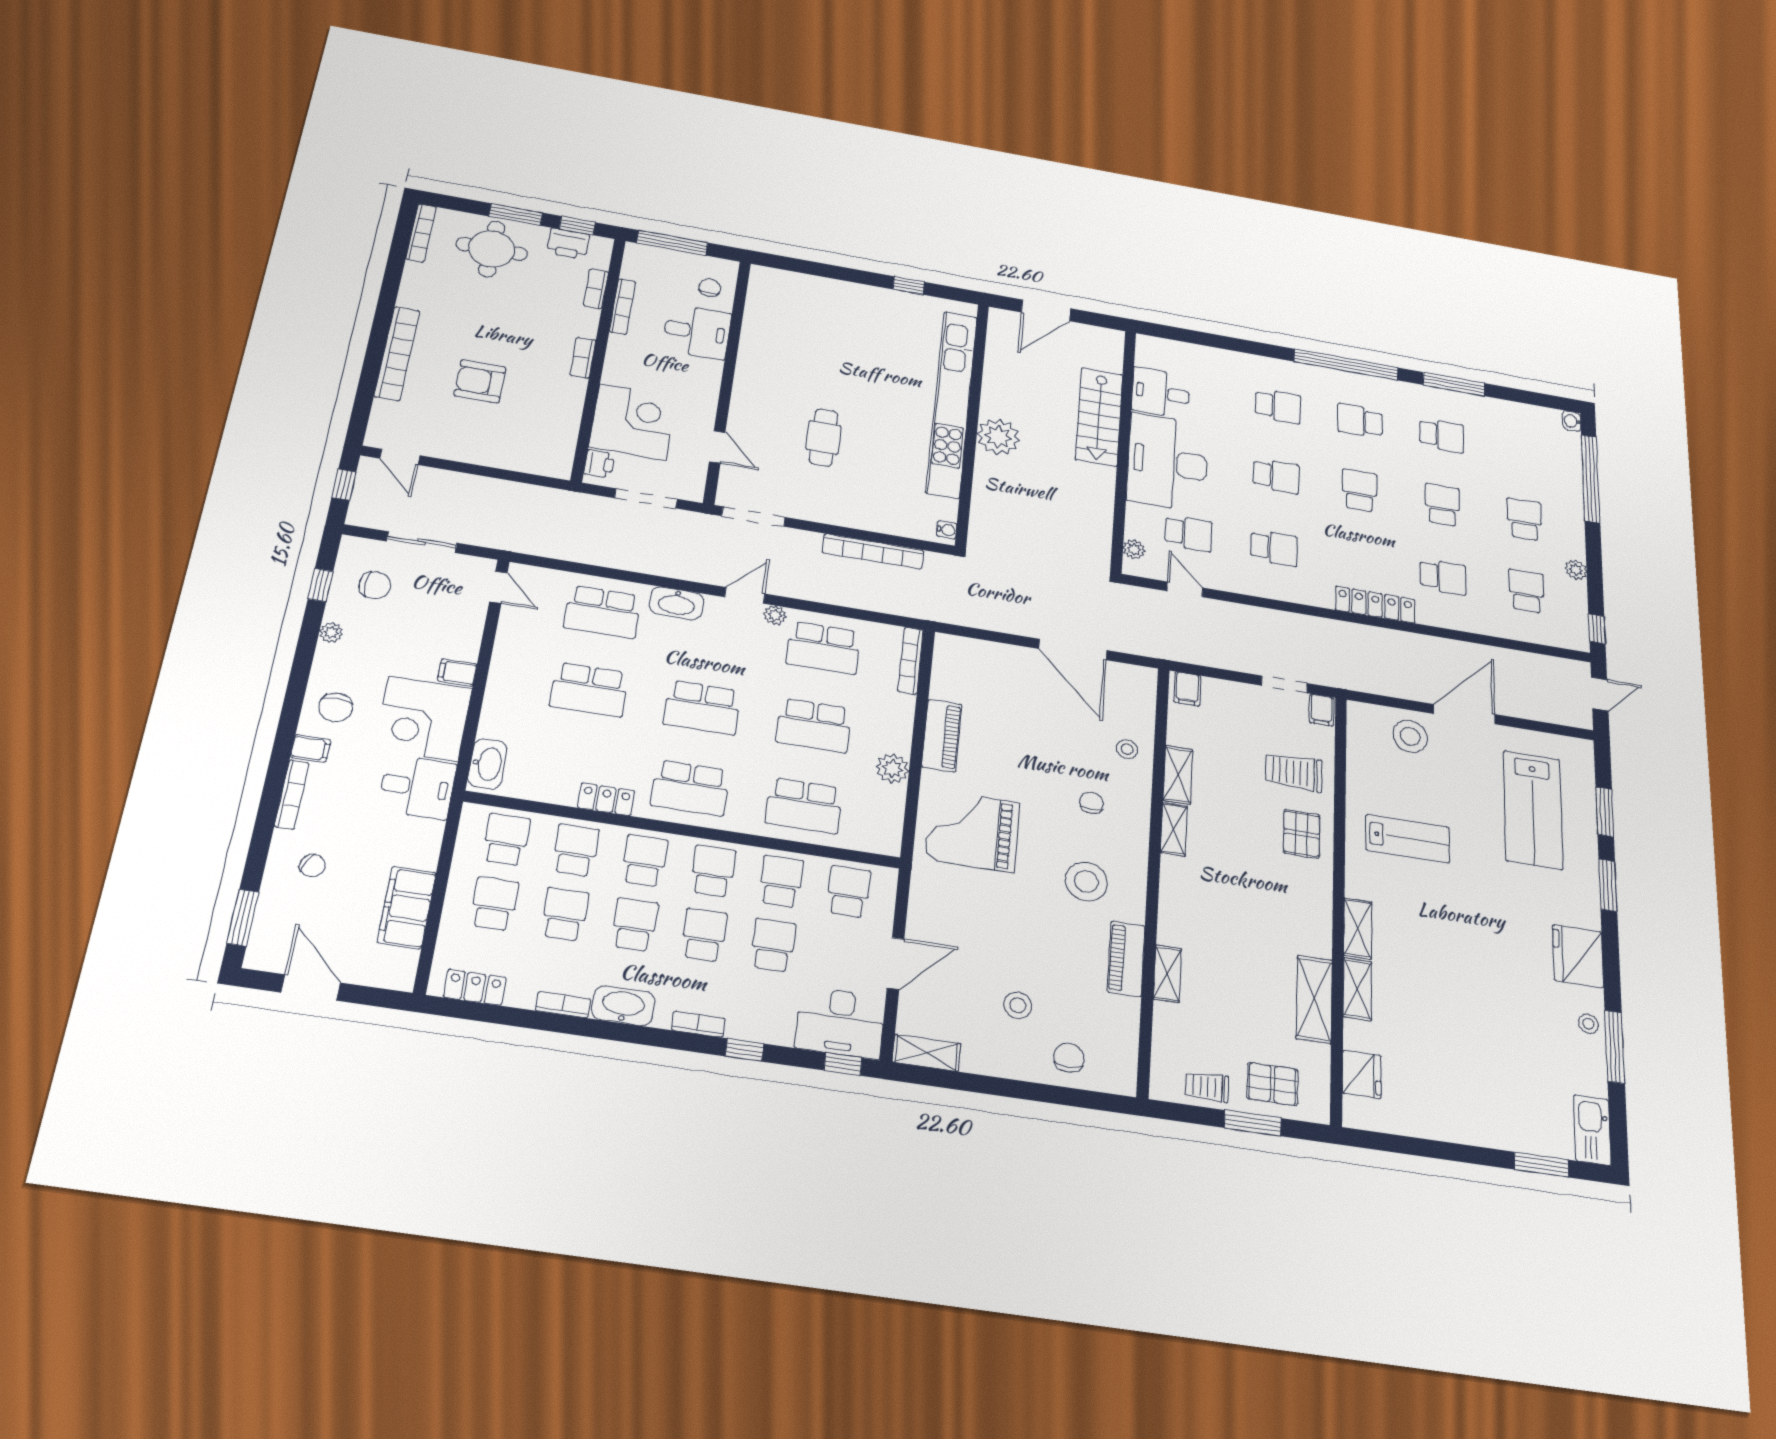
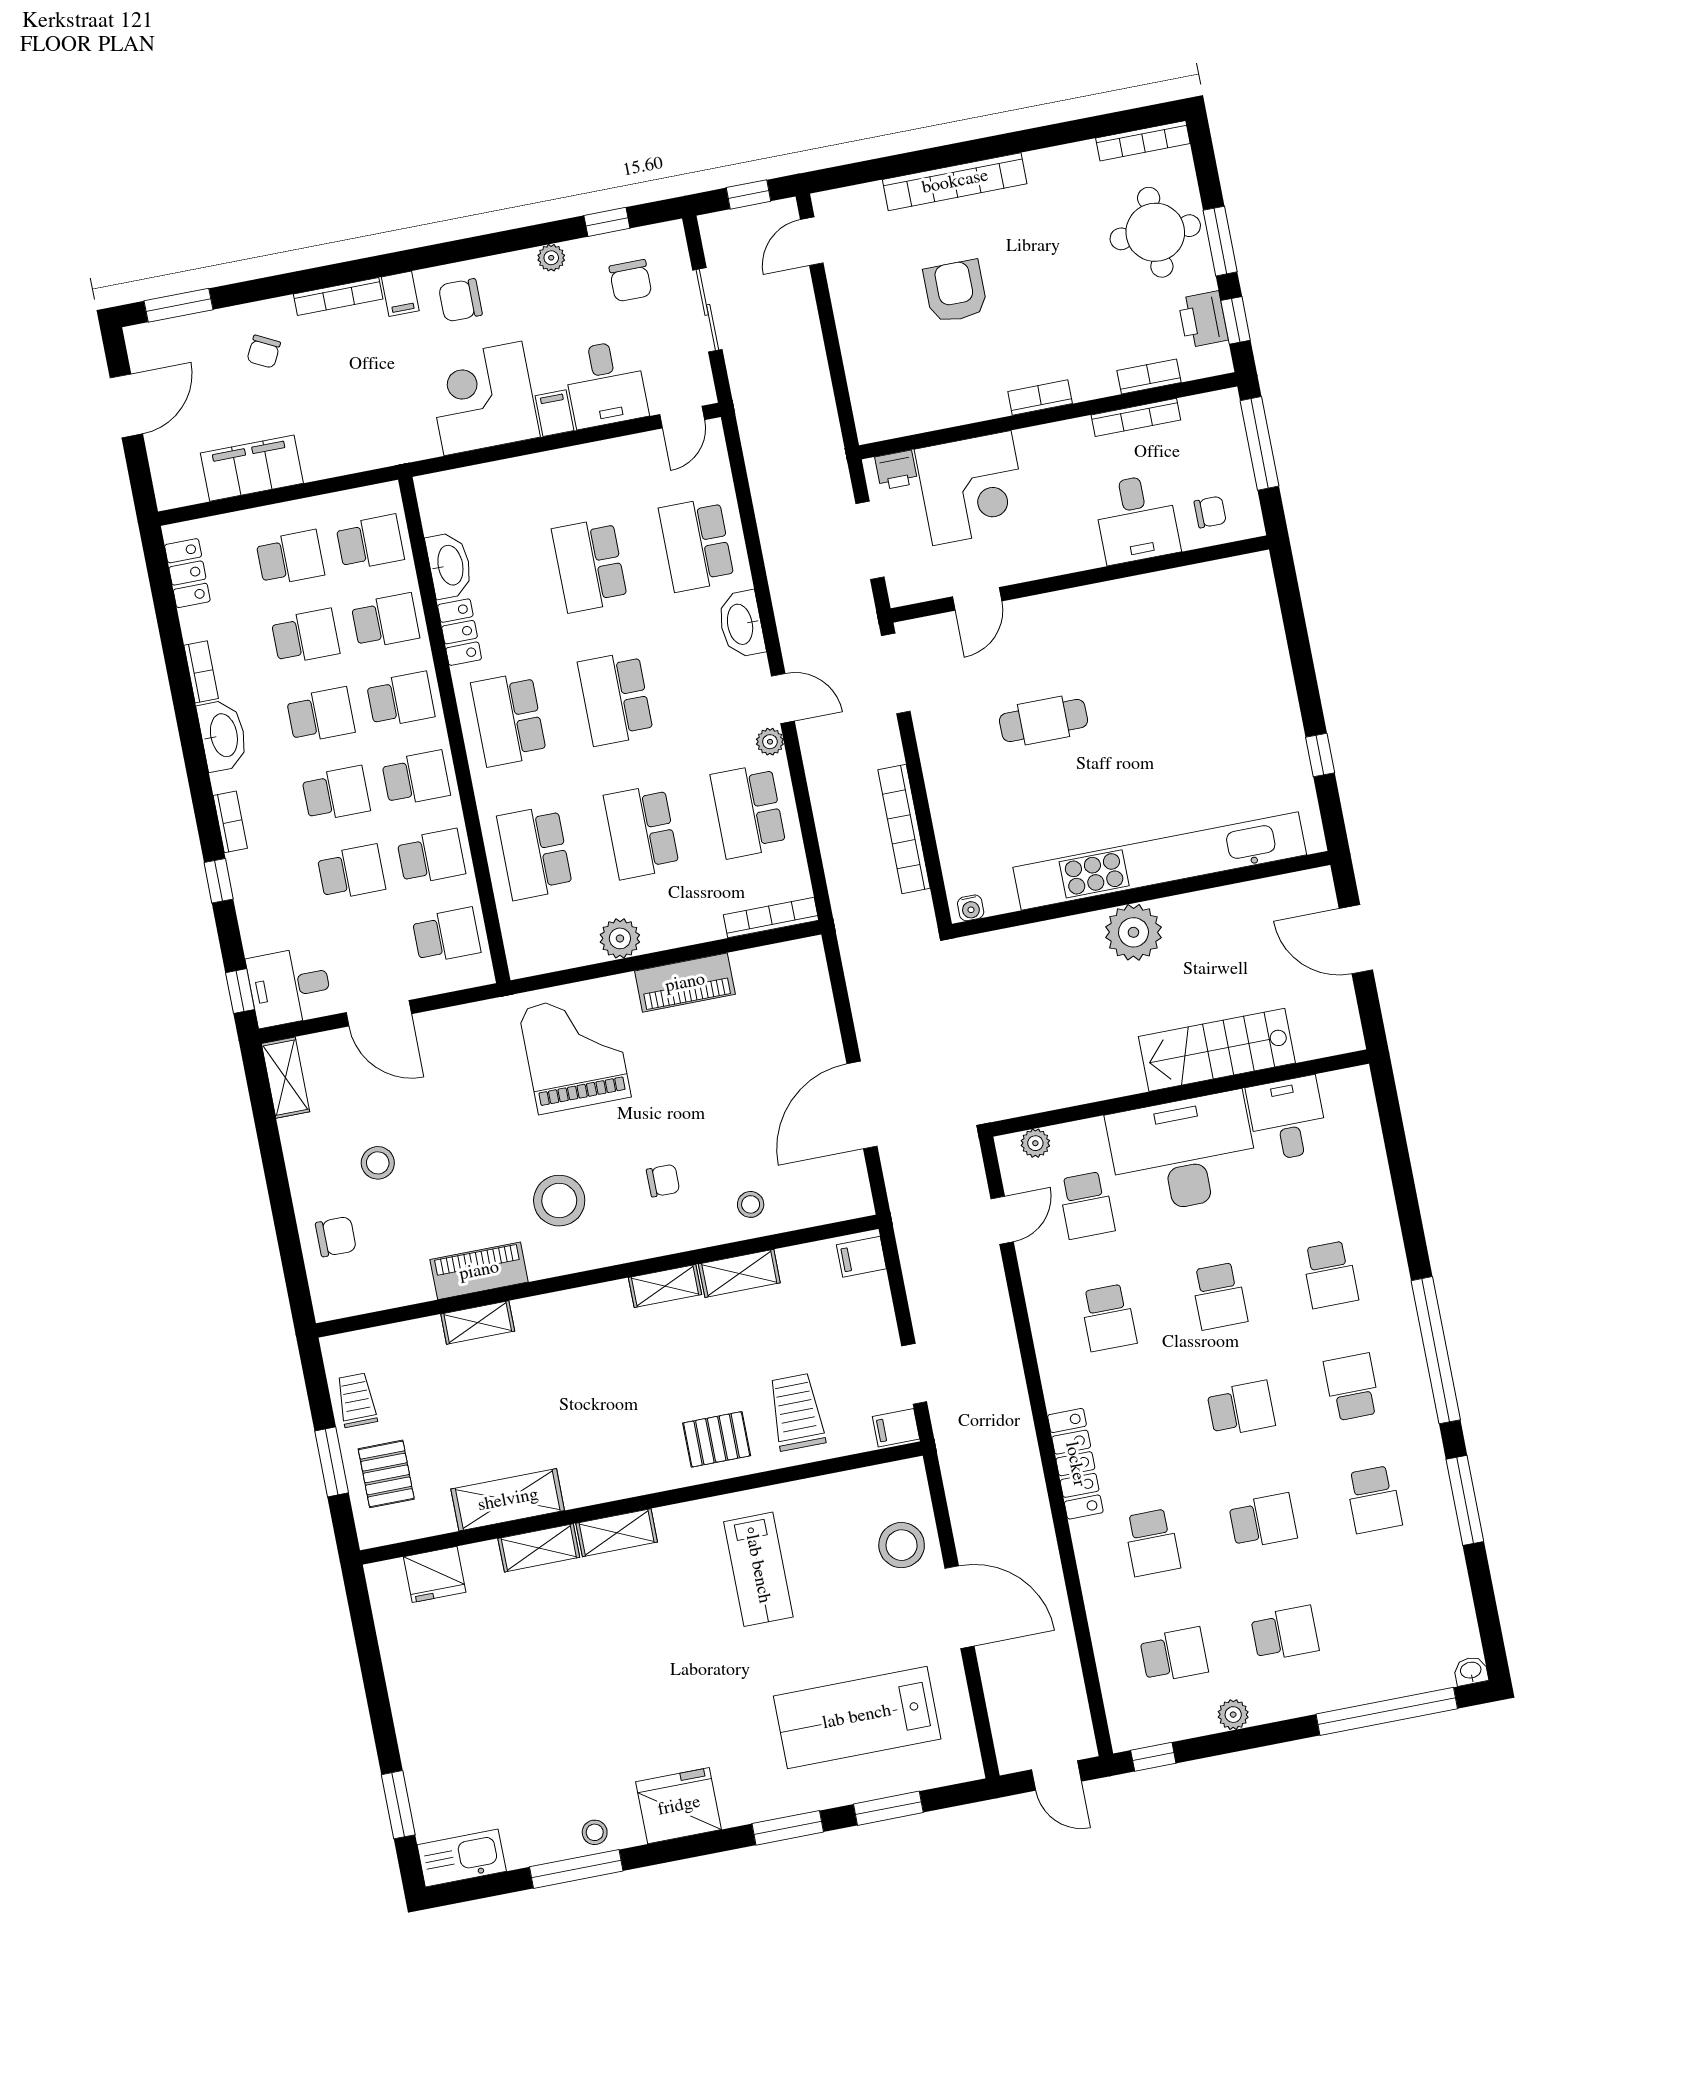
washbasin: (487, 764) -> (449, 565), moved, turned -90
desk: (417, 787) -> (606, 384), moved
desk: (840, 1022) -> (290, 987), width x0.73

